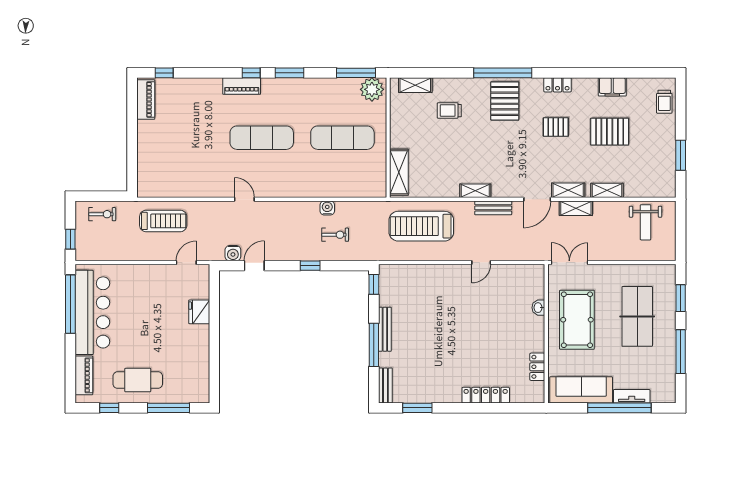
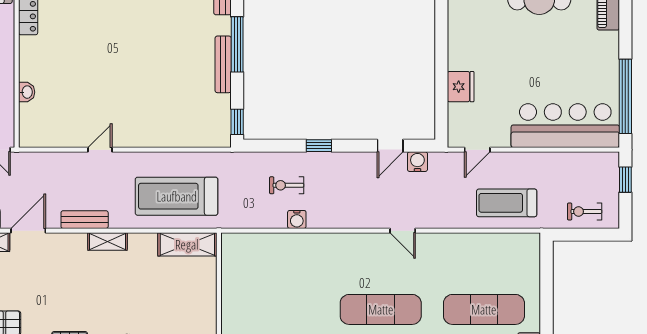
exercise mat: (342, 138) -> (484, 309), moved
shelving: (399, 172) -> (187, 244), moved, turned 90
treadmill: (421, 226) -> (177, 196), turned 180
bar counter: (92, 312) -> (565, 126), moved, turned 90

